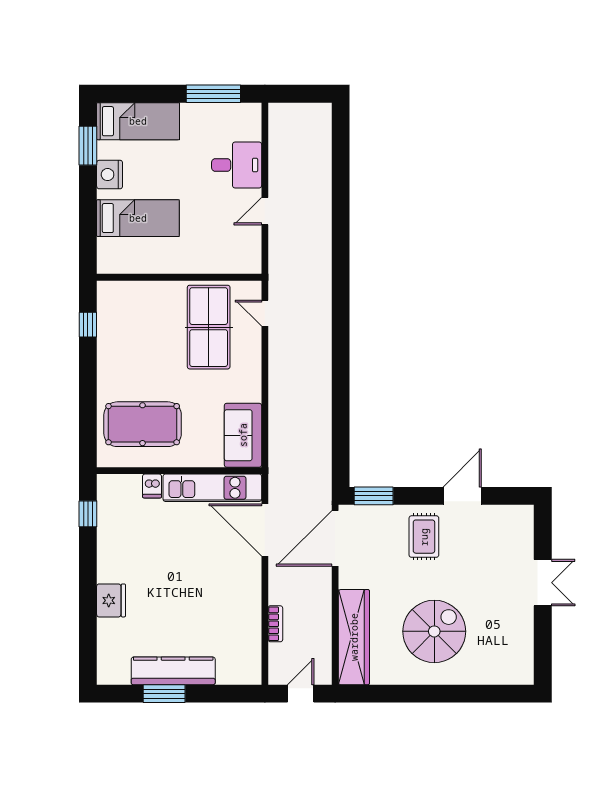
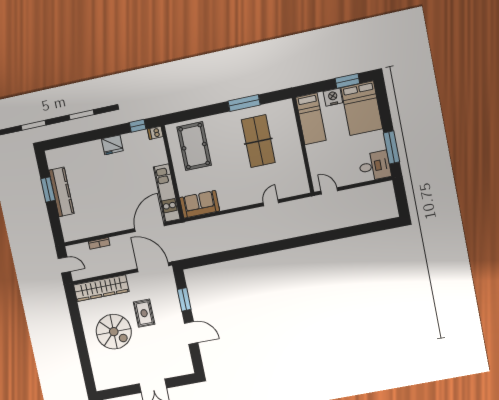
bed: (138, 121) -> (362, 108), width x1.50
desk: (237, 165) -> (375, 166), moved, turned -90
wall: (179, 277) -> (303, 145), moved
window: (88, 325) -> (244, 103), width x2.17
table tennis table: (209, 327) -> (258, 141), moved, turned 90
dishwasher: (152, 486) -> (155, 133), moved
window: (374, 496) -> (184, 299), moved
rug: (424, 537) -> (144, 313), moved, turned 90
fridge: (111, 600) -> (112, 145), moved

